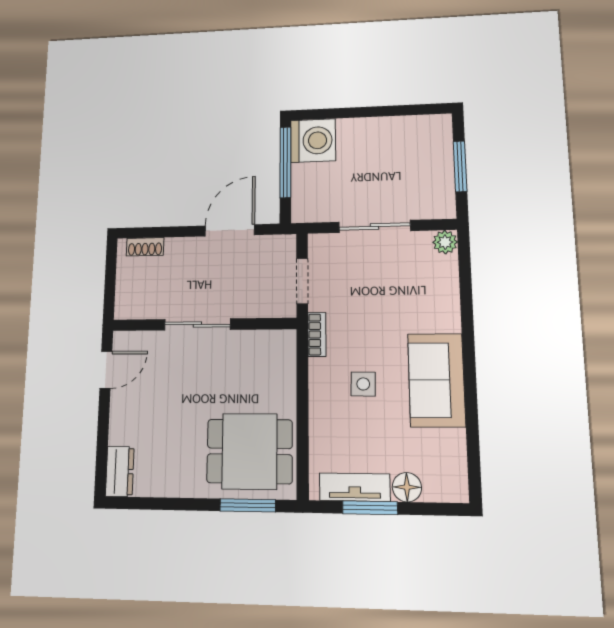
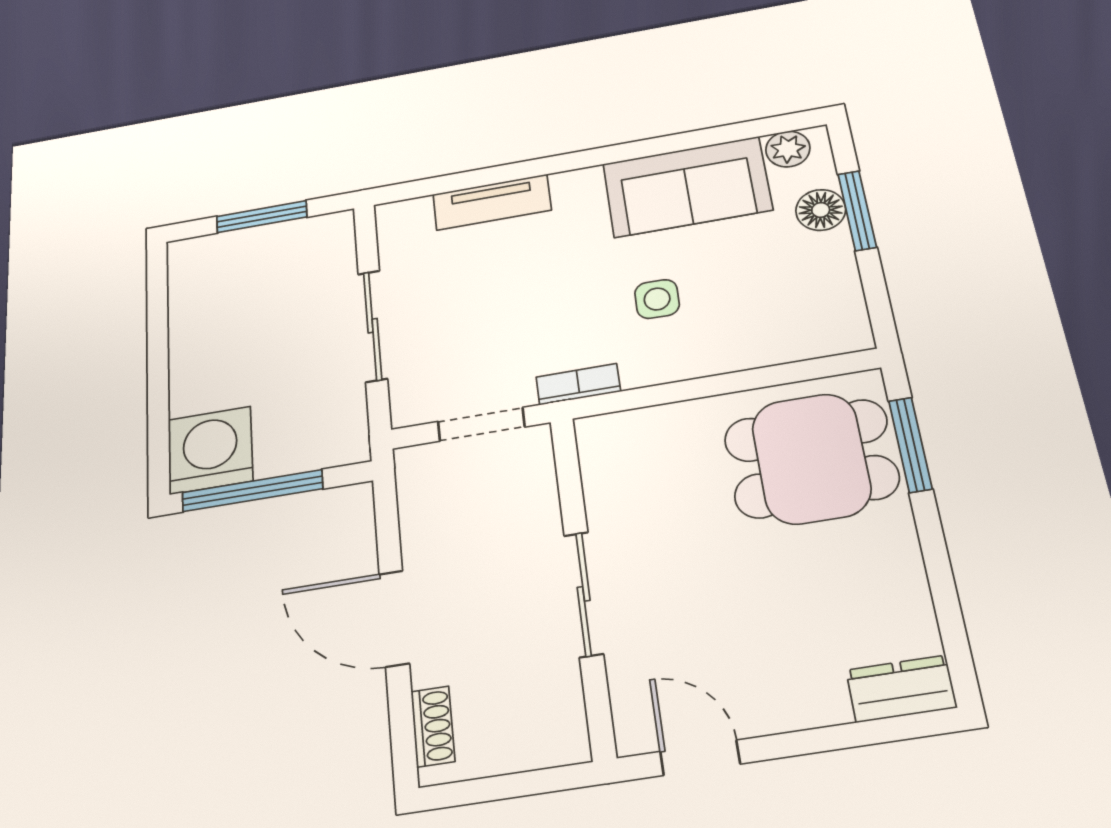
door: (230, 230) -> (394, 618), moved
plant: (445, 242) -> (788, 149), moved
sofa: (436, 380) -> (687, 187), moved
dining table: (250, 451) -> (811, 458), turned 90
tv unit: (355, 487) -> (492, 202), moved, turned -90
window: (370, 508) -> (857, 211), moved

